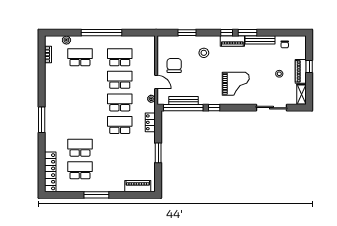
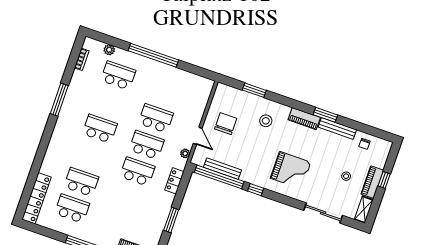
window: (227, 33) -> (301, 106), removed
school desk: (120, 57) -> (100, 129), moved
window: (42, 120) -> (59, 100), moved

